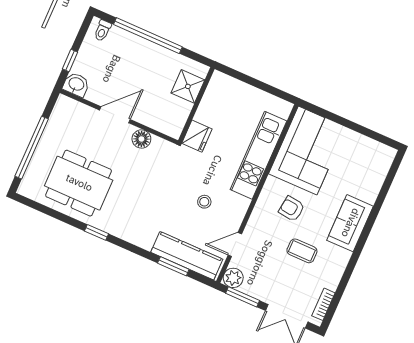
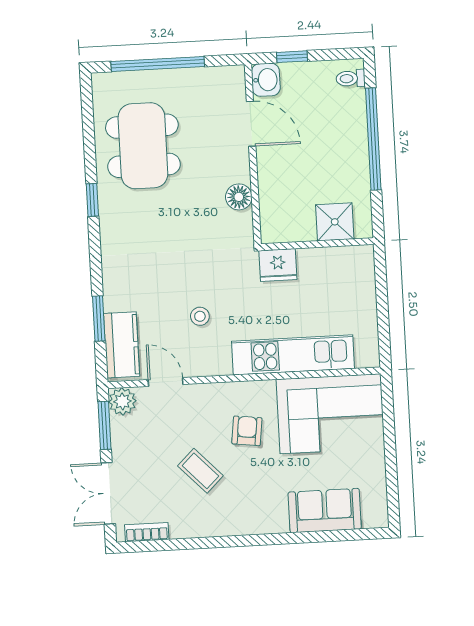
door: (115, 115) -> (251, 124), moved
sofa: (350, 223) -> (325, 511), moved
coffee table: (302, 251) -> (200, 471), turned -44
kitchen counter: (187, 256) -> (122, 345), width x0.67

